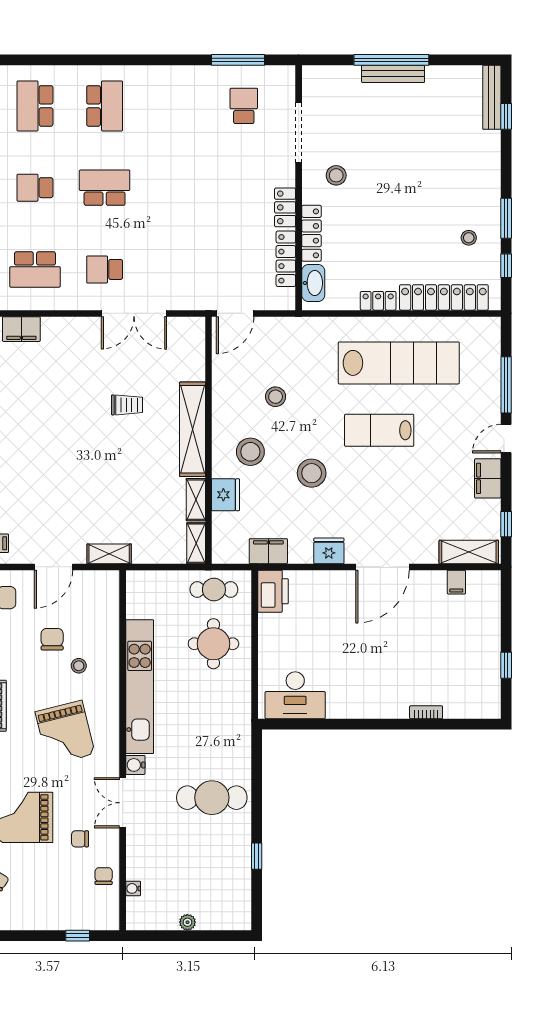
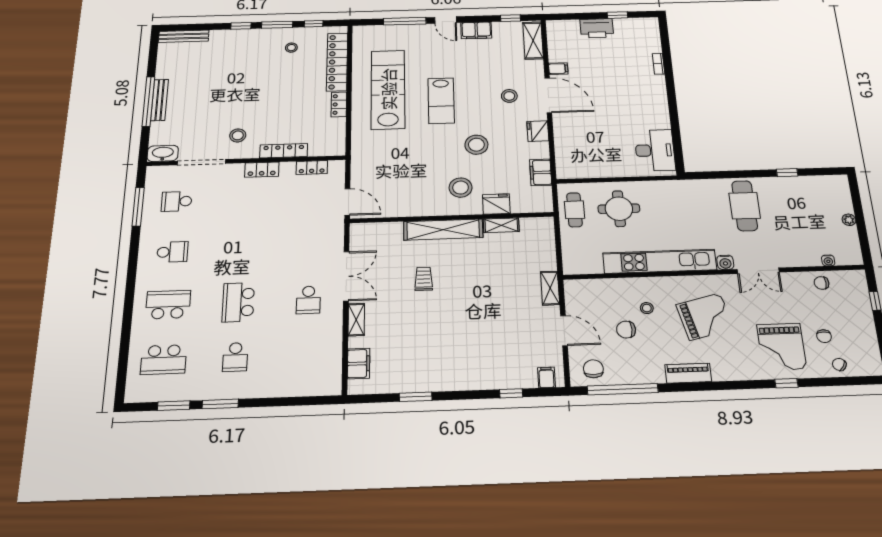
window: (506, 116) -> (241, 26), moved
locker: (286, 259) -> (312, 168), width x0.66
school desk: (35, 269) -> (172, 252), moved, width x0.54
washbasin: (313, 283) -> (163, 153), moved
stool: (276, 397) -> (509, 96), moved
shelving: (196, 543) -> (356, 320), moved, turned 90
filing cabinet: (456, 582) -> (558, 69), moved
printer: (273, 591) -> (597, 28), moved, turned 180
chair: (80, 839) -> (824, 336), moved

